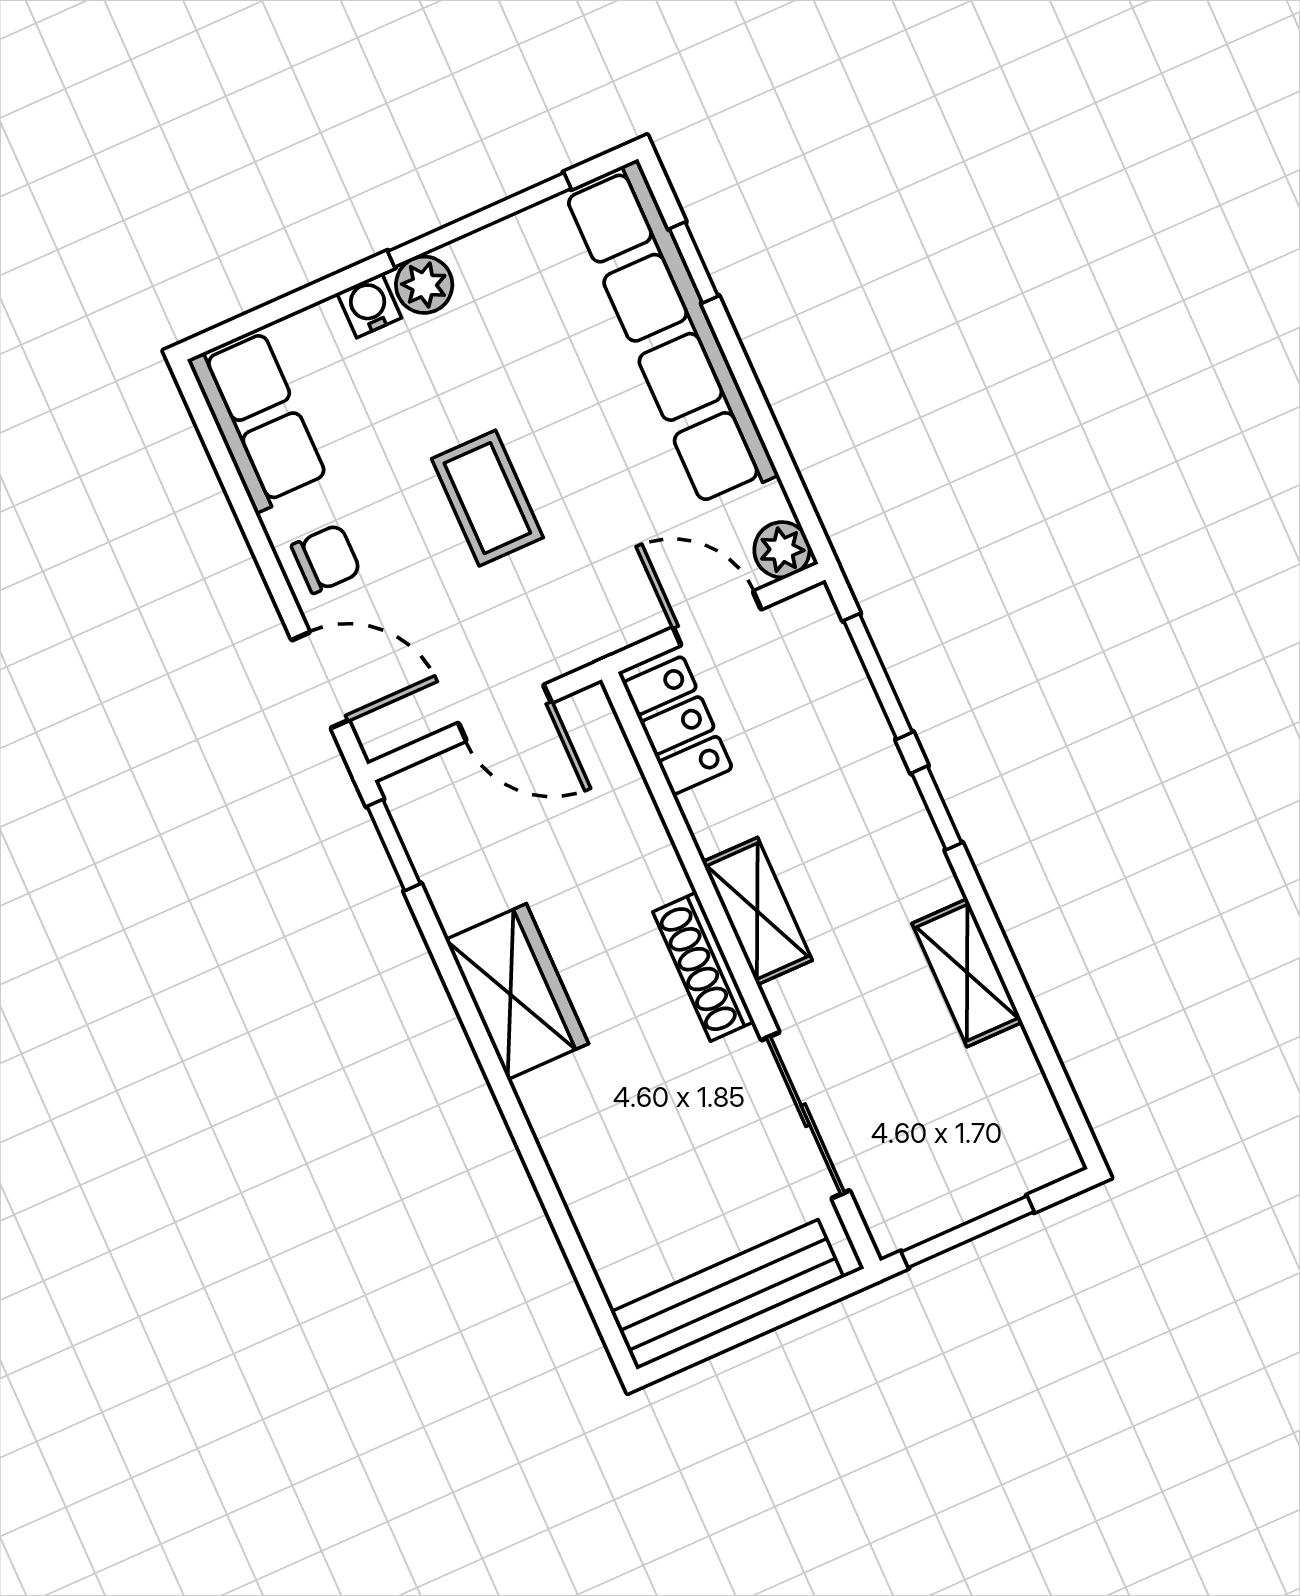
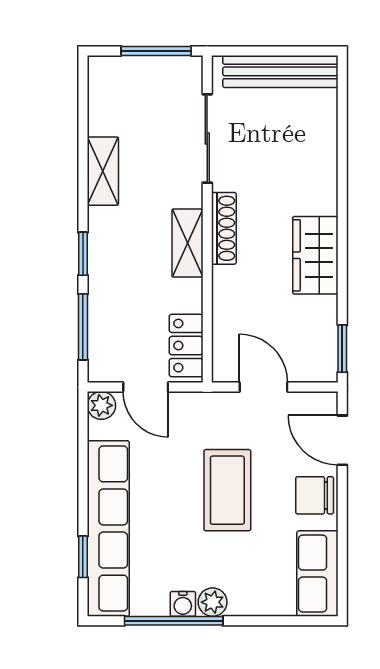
water cooler: (369, 305) -> (183, 604), moved
coffee table: (487, 498) -> (227, 490), width x1.36, depth x1.30
chair: (326, 559) -> (315, 495), width x1.37, depth x1.37

